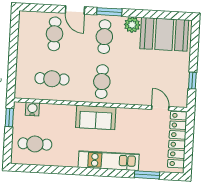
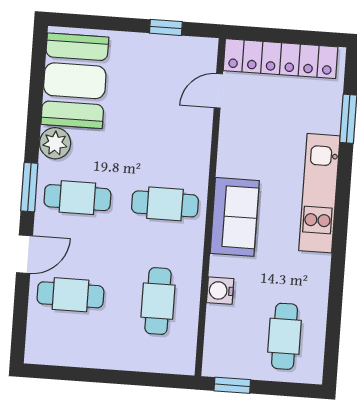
water cooler: (32, 109) -> (220, 291), moved

